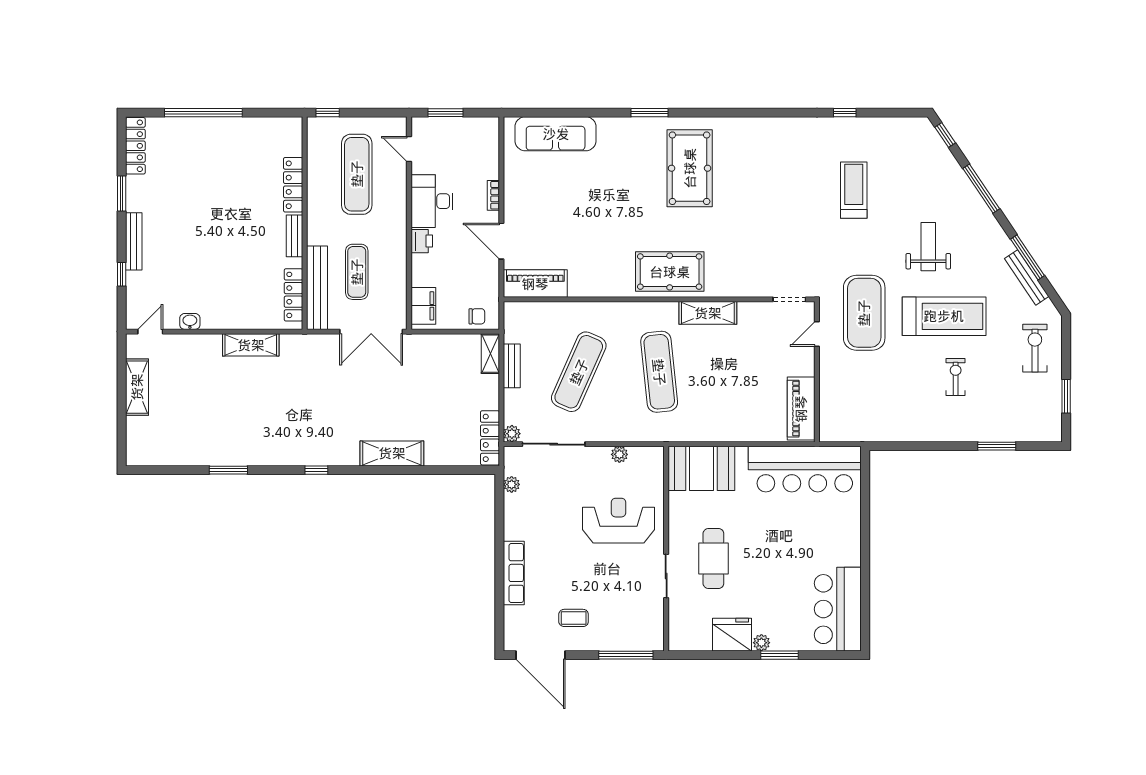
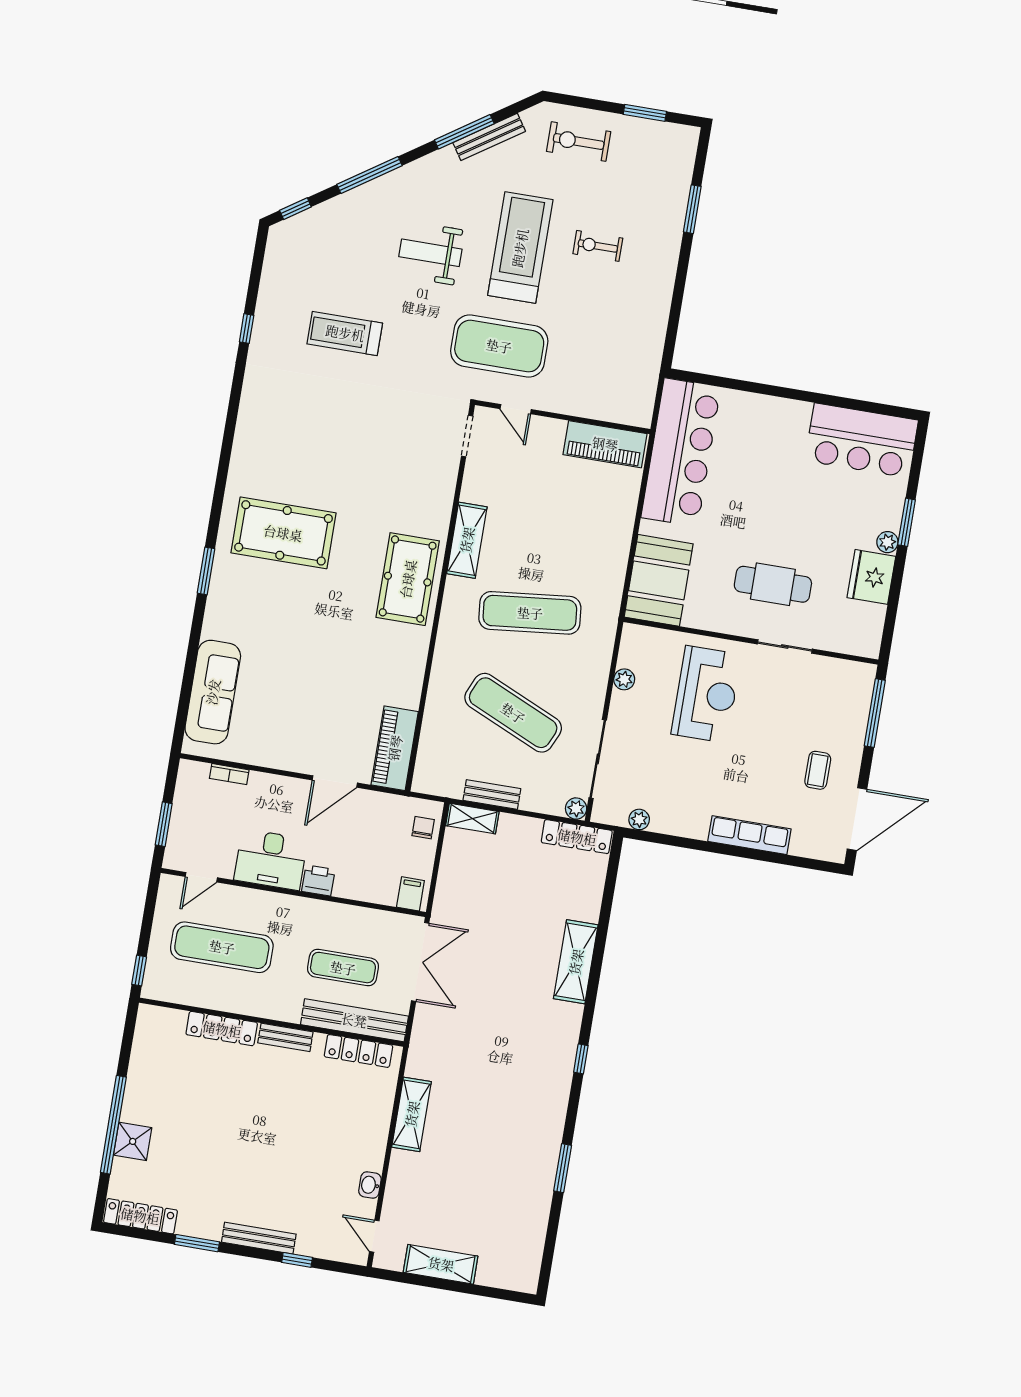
shower: (193, 130) -> (133, 1141), added
bookcase: (493, 195) -> (229, 774), moved
filing cabinet: (423, 306) -> (410, 894), width x0.50
reception desk: (618, 521) -> (706, 694), turned 180

